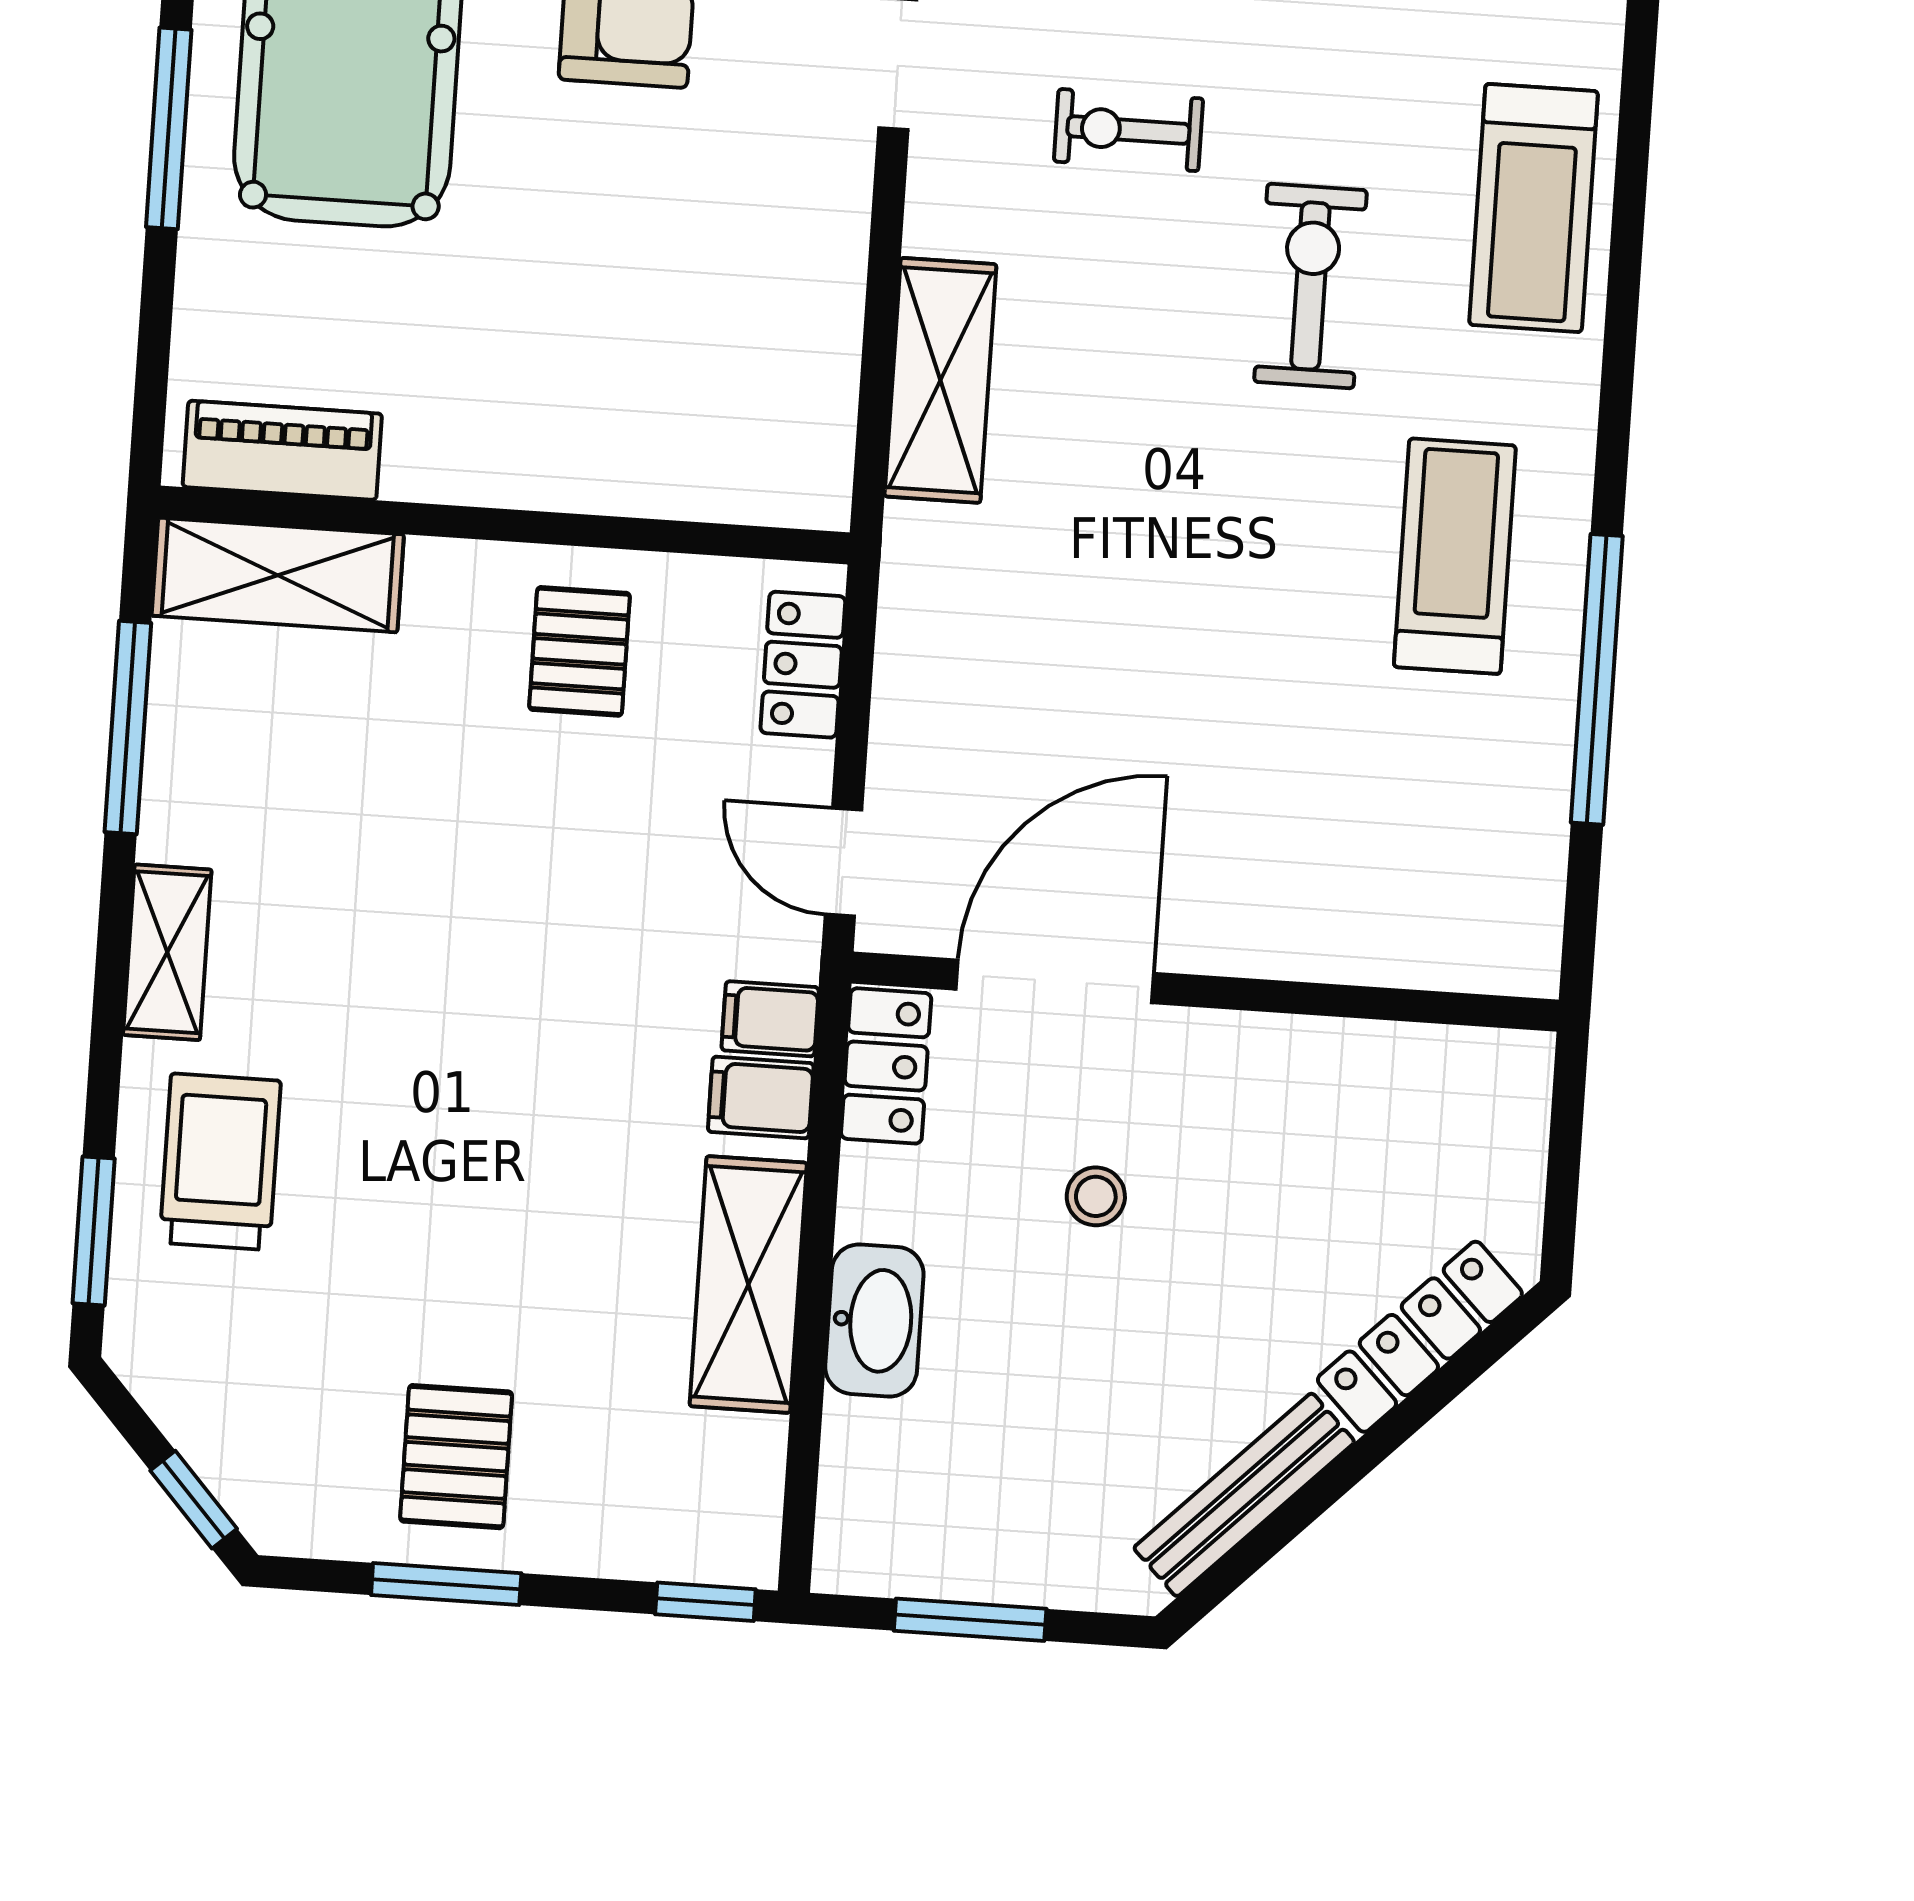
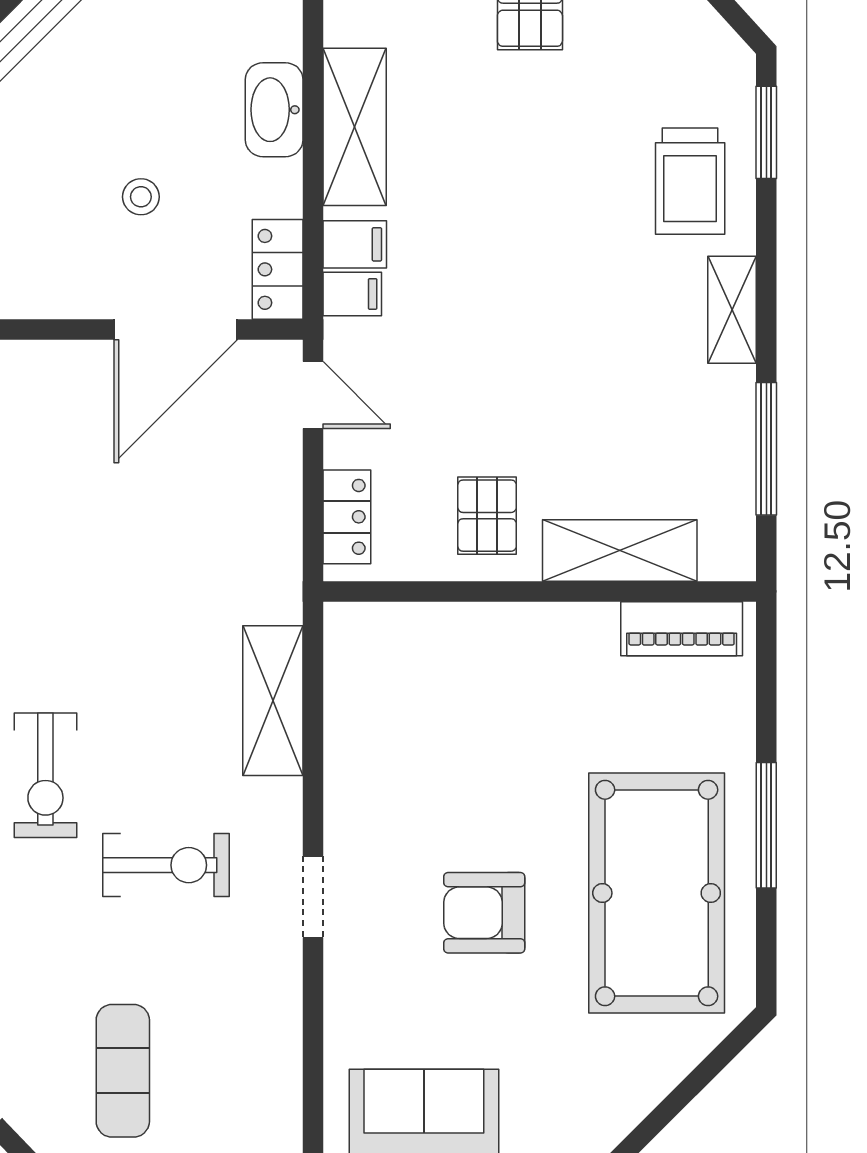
exercise bike: (1128, 130) -> (166, 865), width x1.38, depth x1.39
shelving: (278, 575) -> (620, 551), moved

